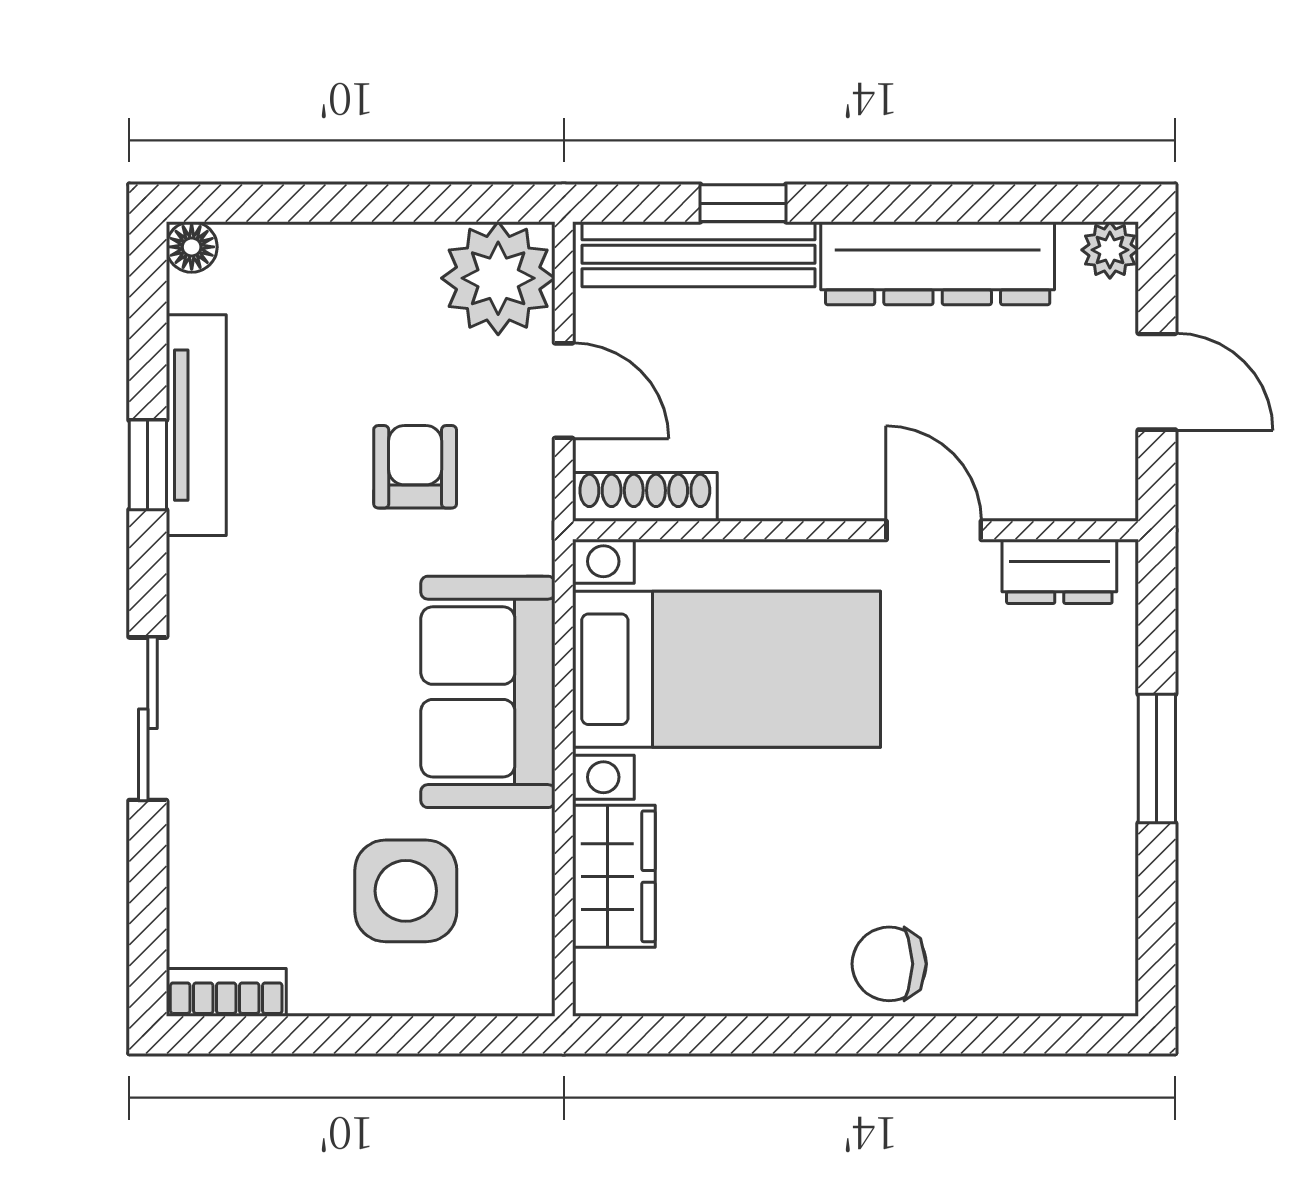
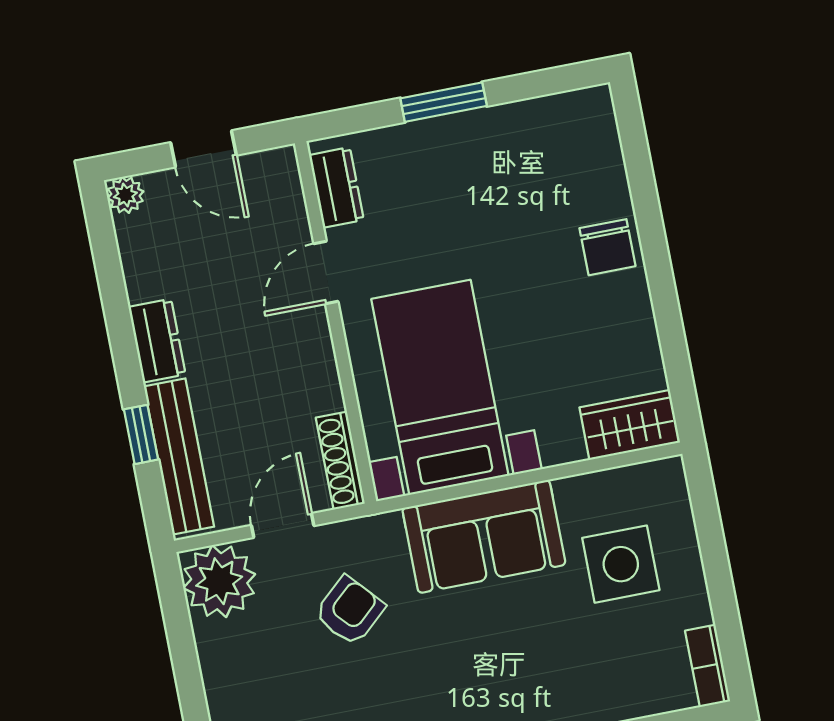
dresser: (938, 263) -> (157, 341), width x0.51, depth x0.80
door: (1157, 382) -> (204, 149), swing flipped
armchair: (415, 467) -> (350, 611), turned 138
wardrobe: (614, 876) -> (630, 425), moved

